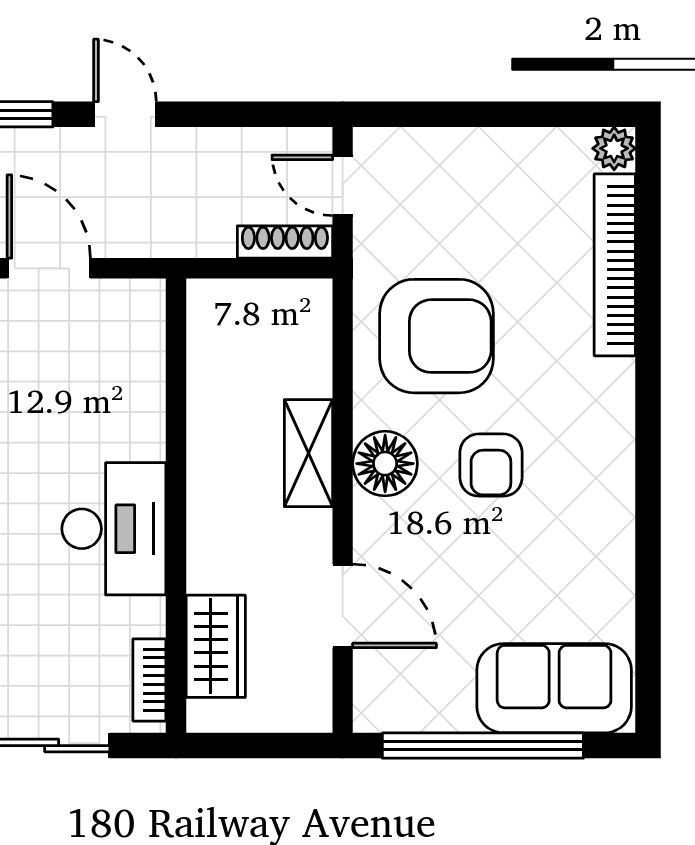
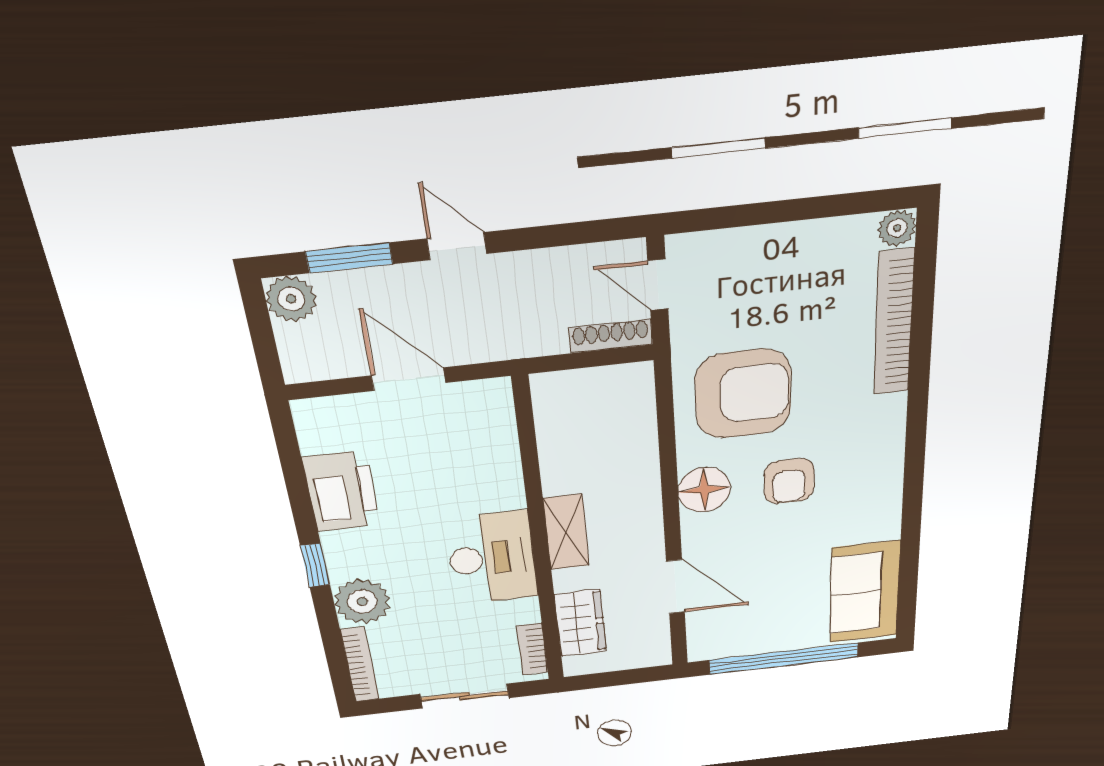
shelving: (308, 453) -> (566, 532), moved
sofa: (554, 688) -> (865, 592), moved, turned -90

